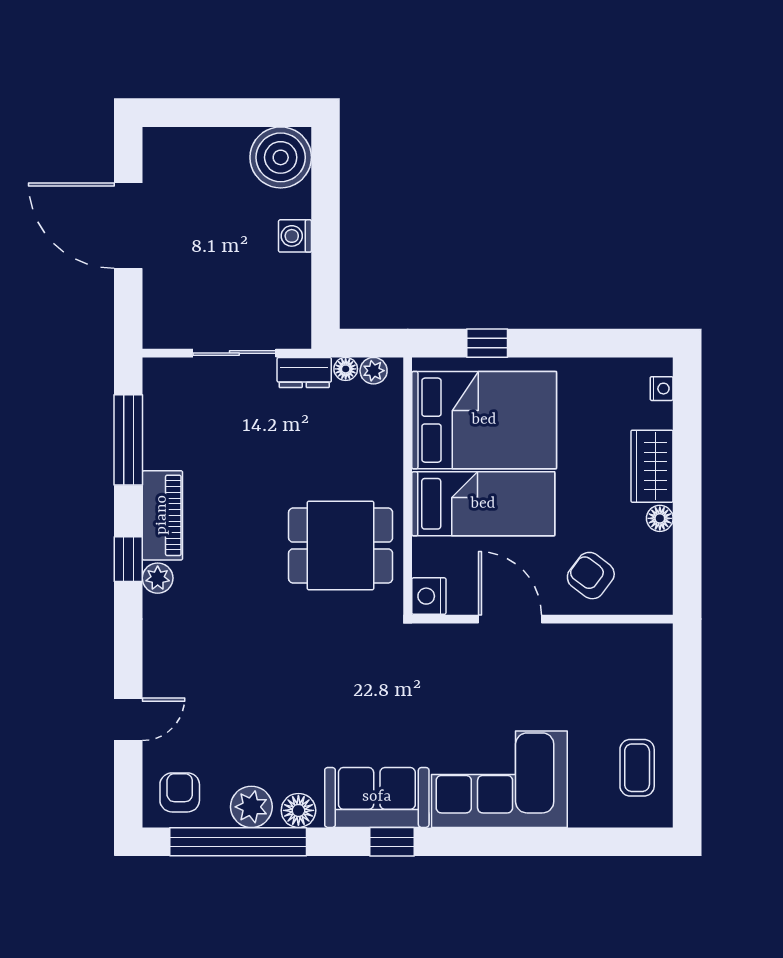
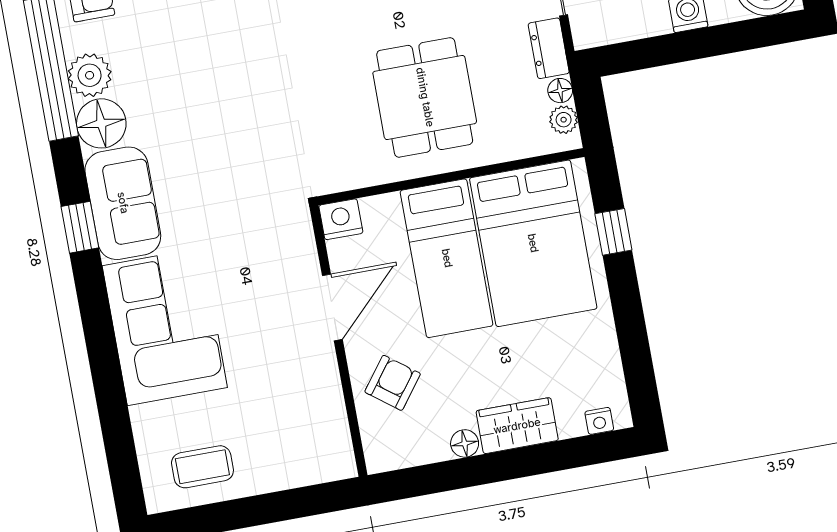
dining table: (341, 546) -> (425, 97), moved
floor lamp: (298, 810) -> (101, 123), width x1.38, depth x1.38

